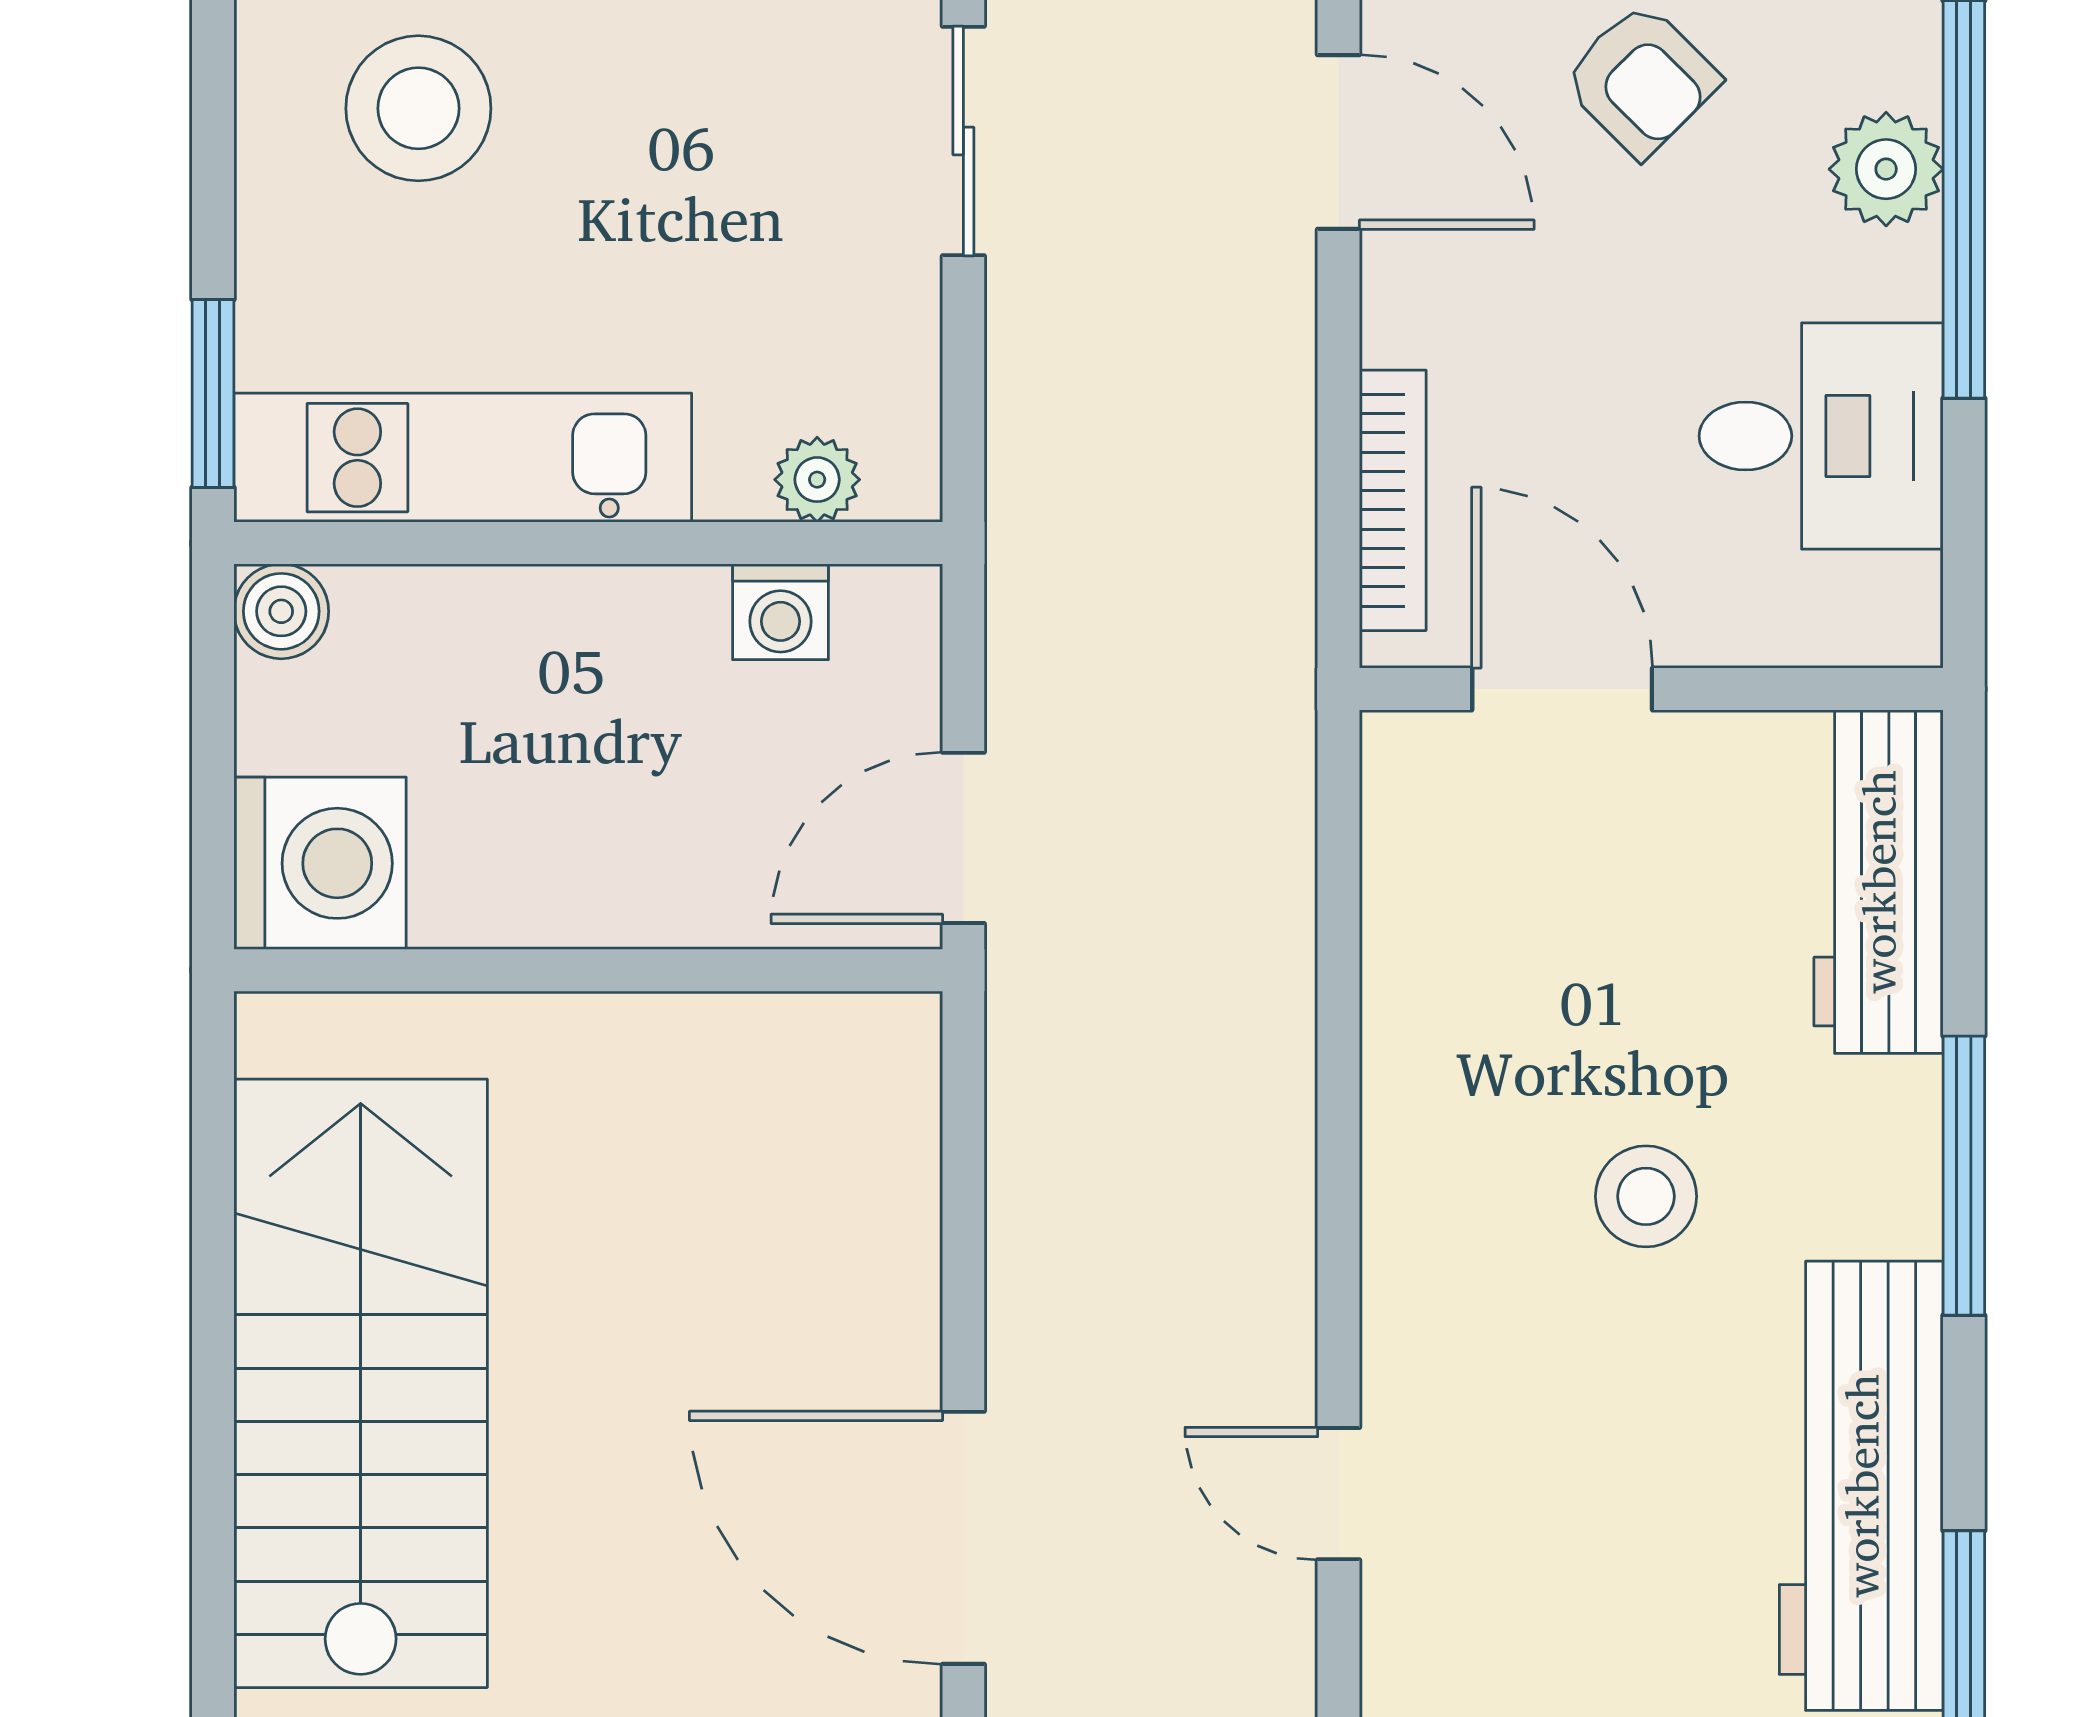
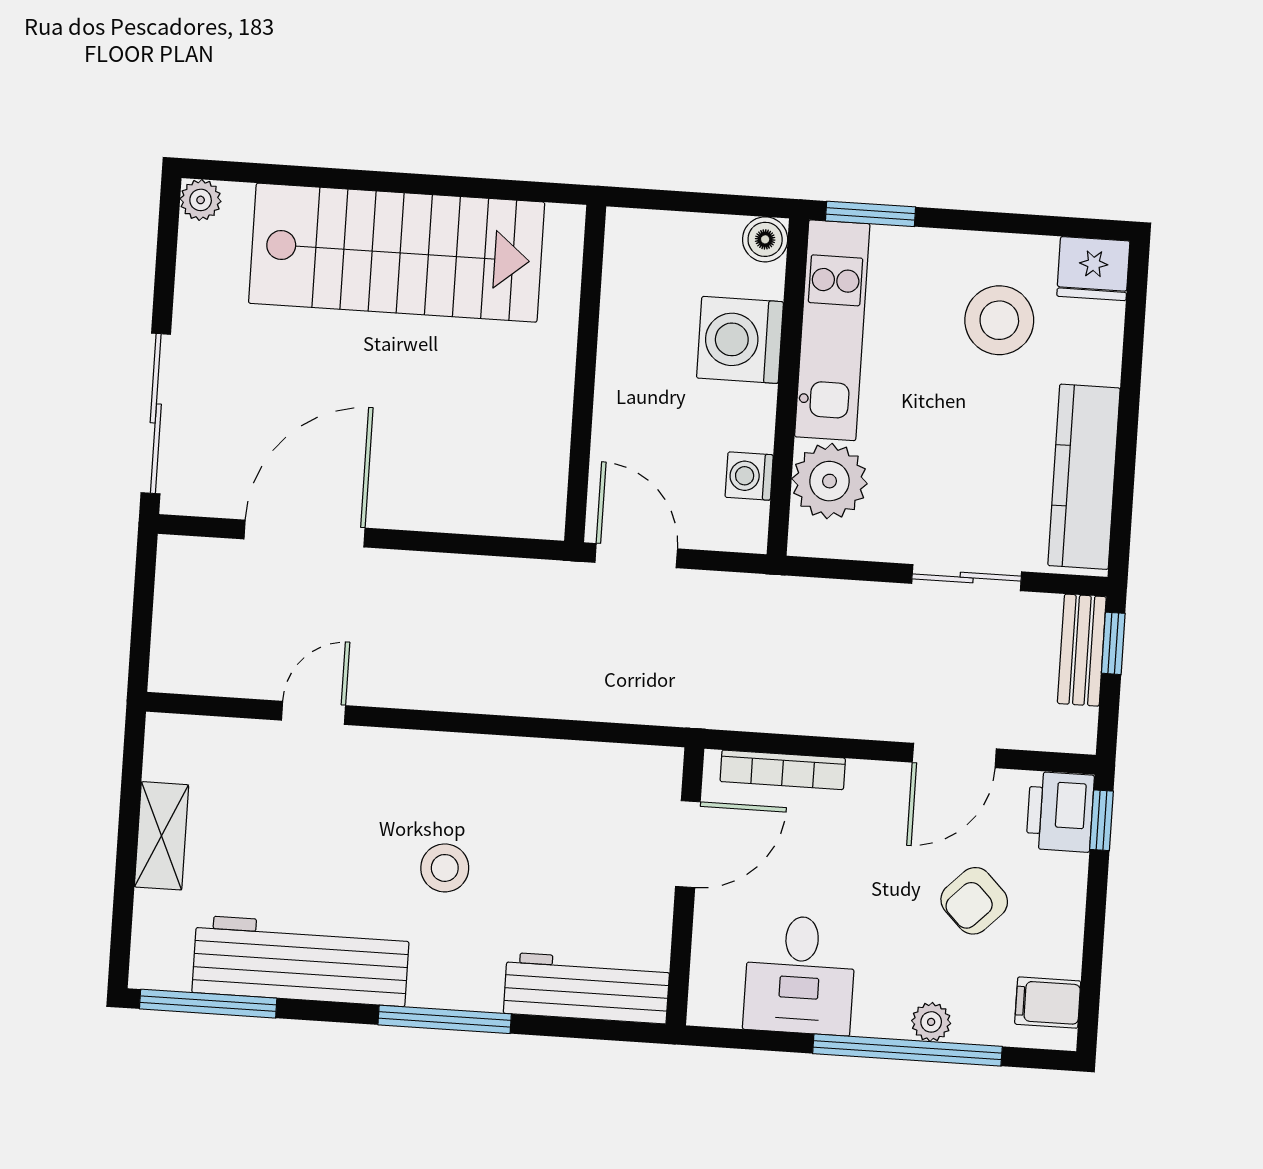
plant: (1886, 169) -> (931, 1022), width x0.73, depth x0.73
plant: (817, 480) -> (830, 481), width x1.88, depth x1.88
washing machine: (320, 863) -> (740, 340), moved, turned 90

